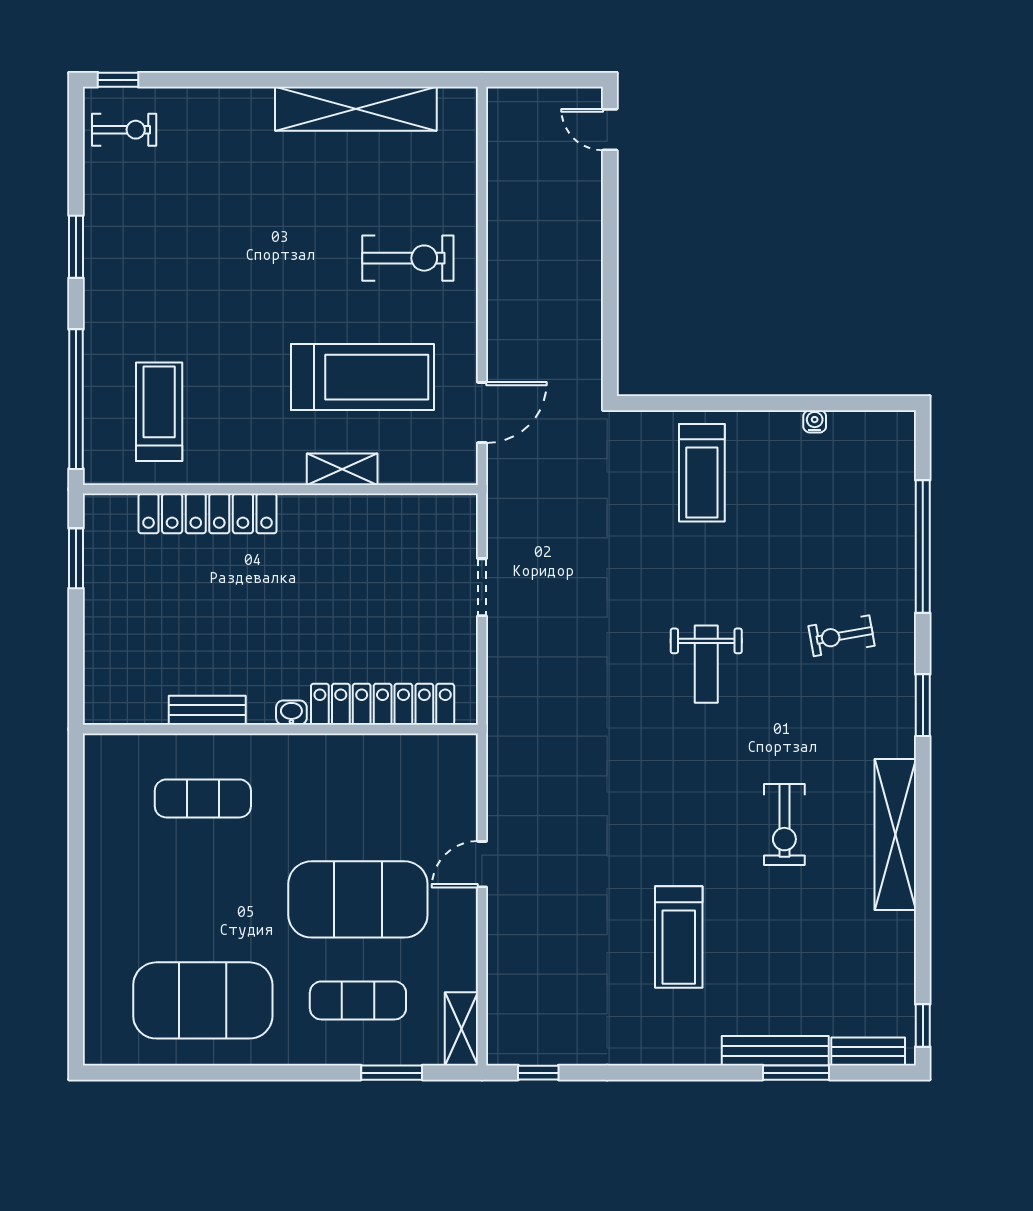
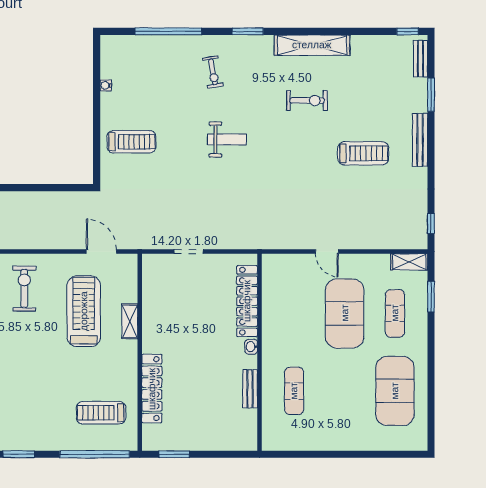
bench: (775, 1051) -> (420, 140), moved

